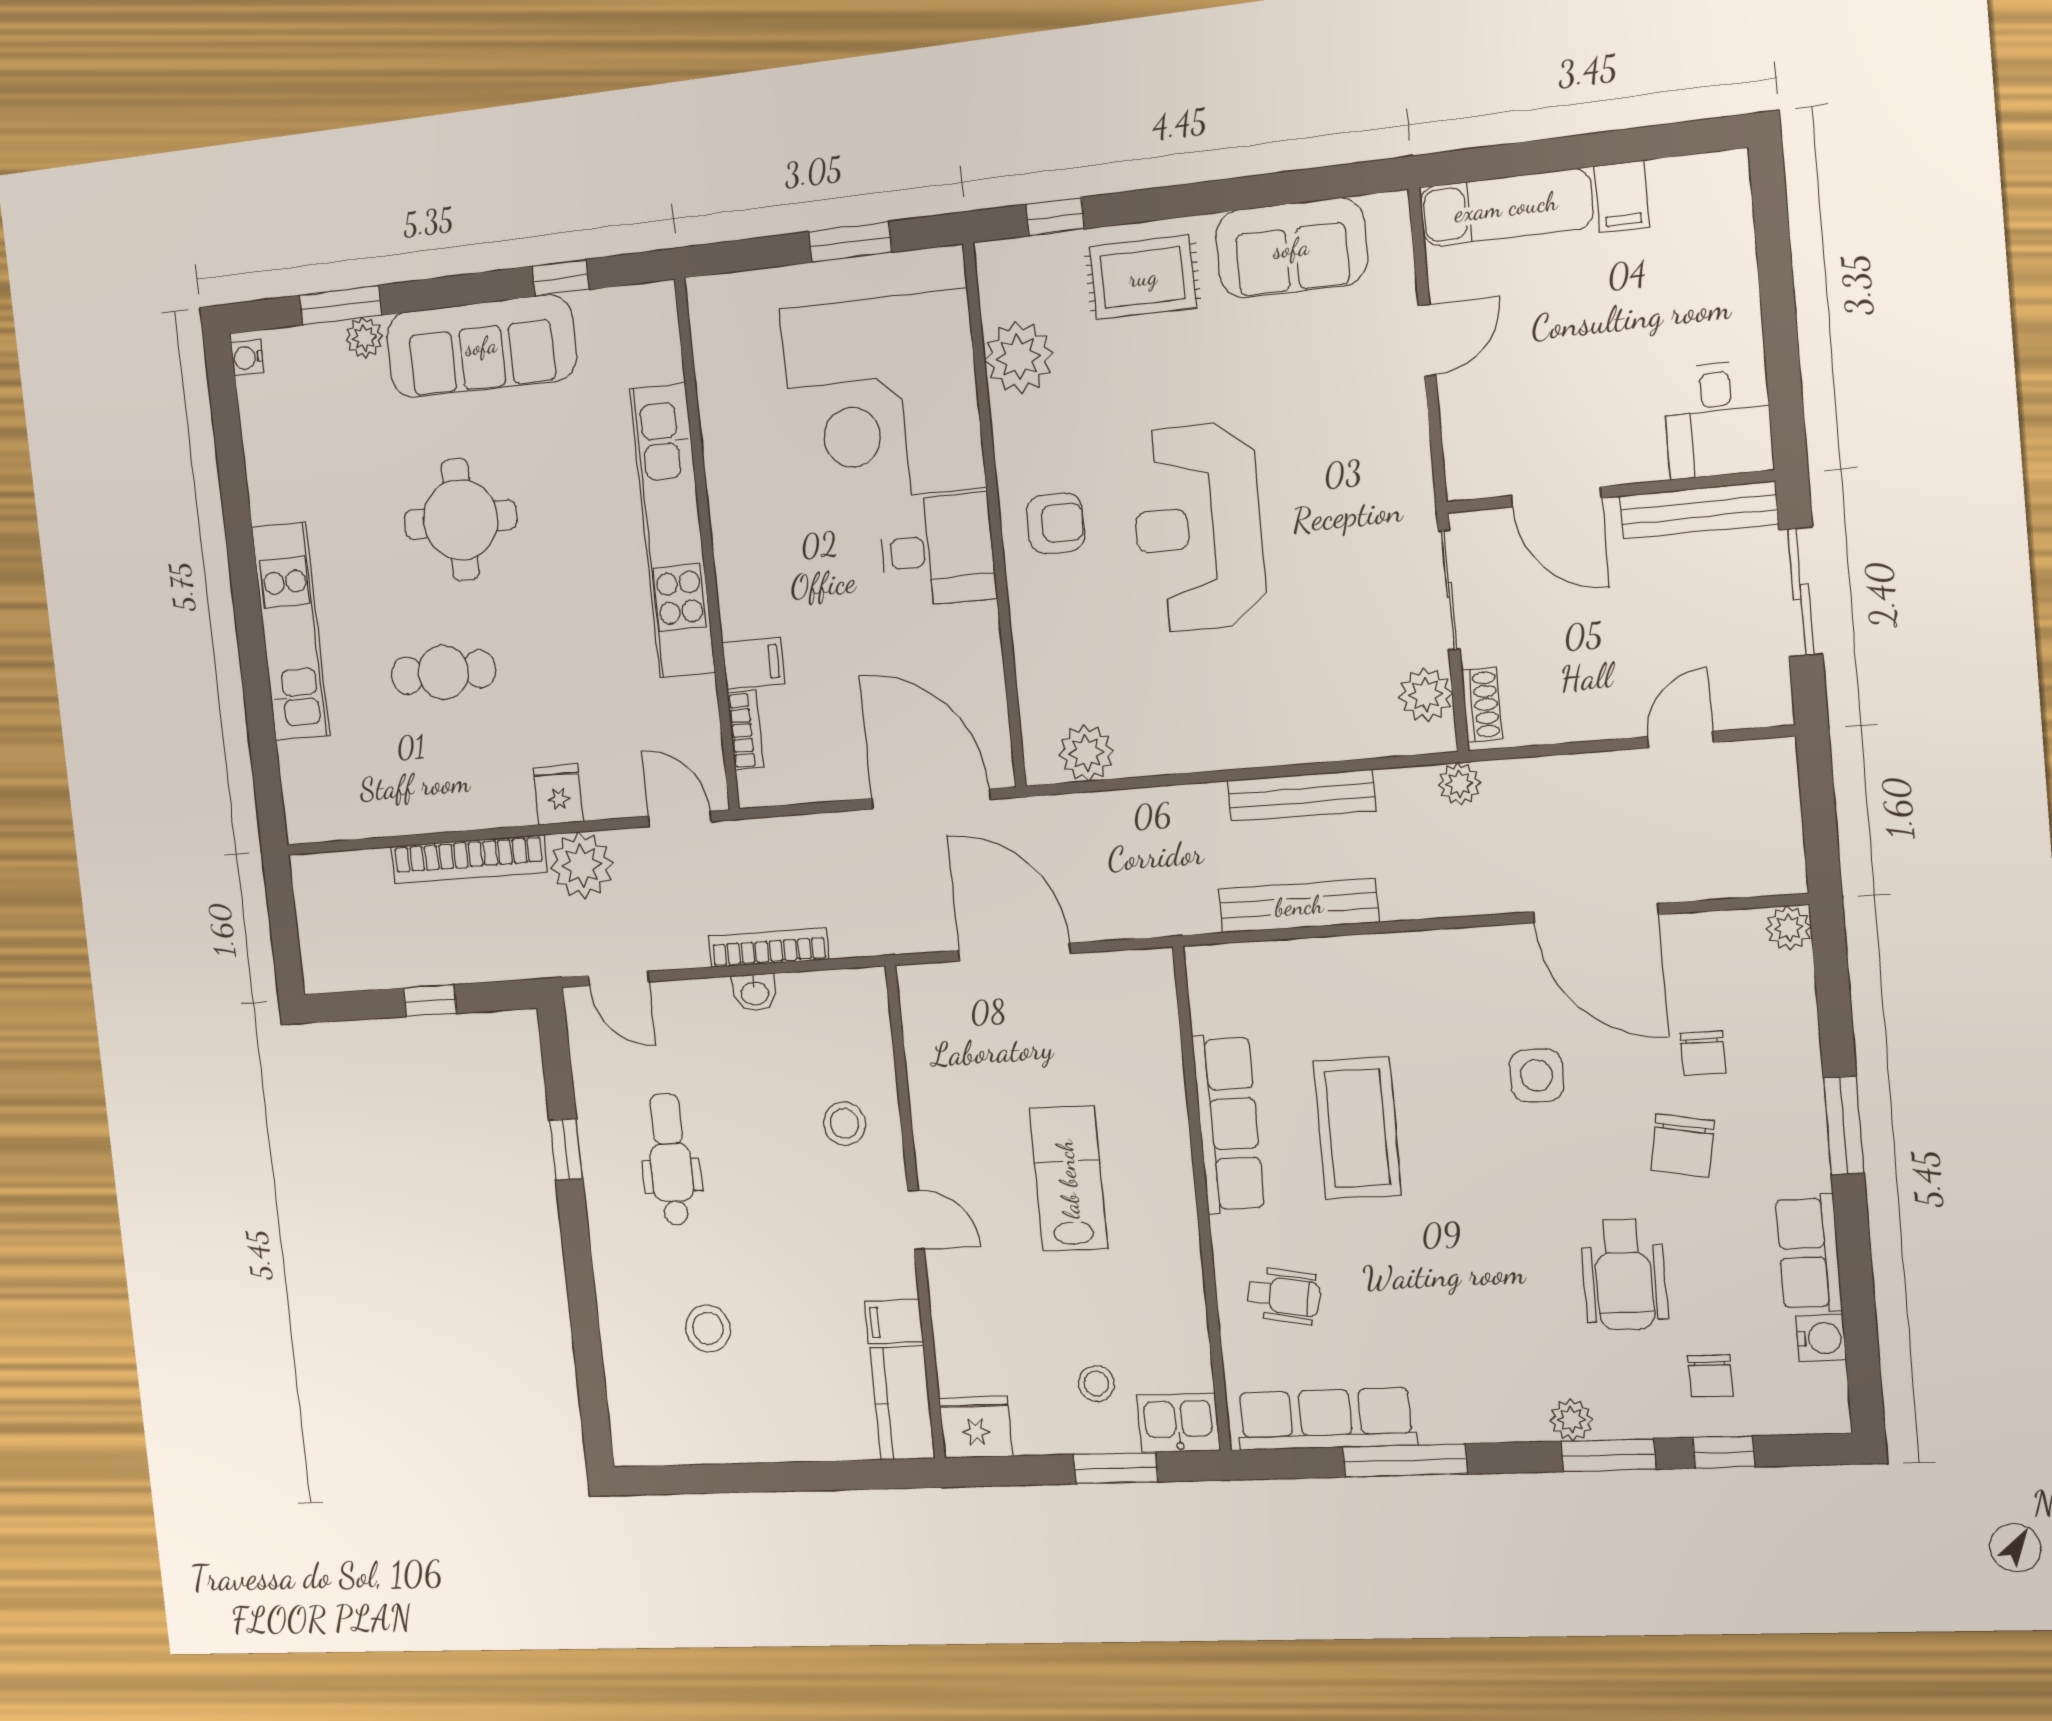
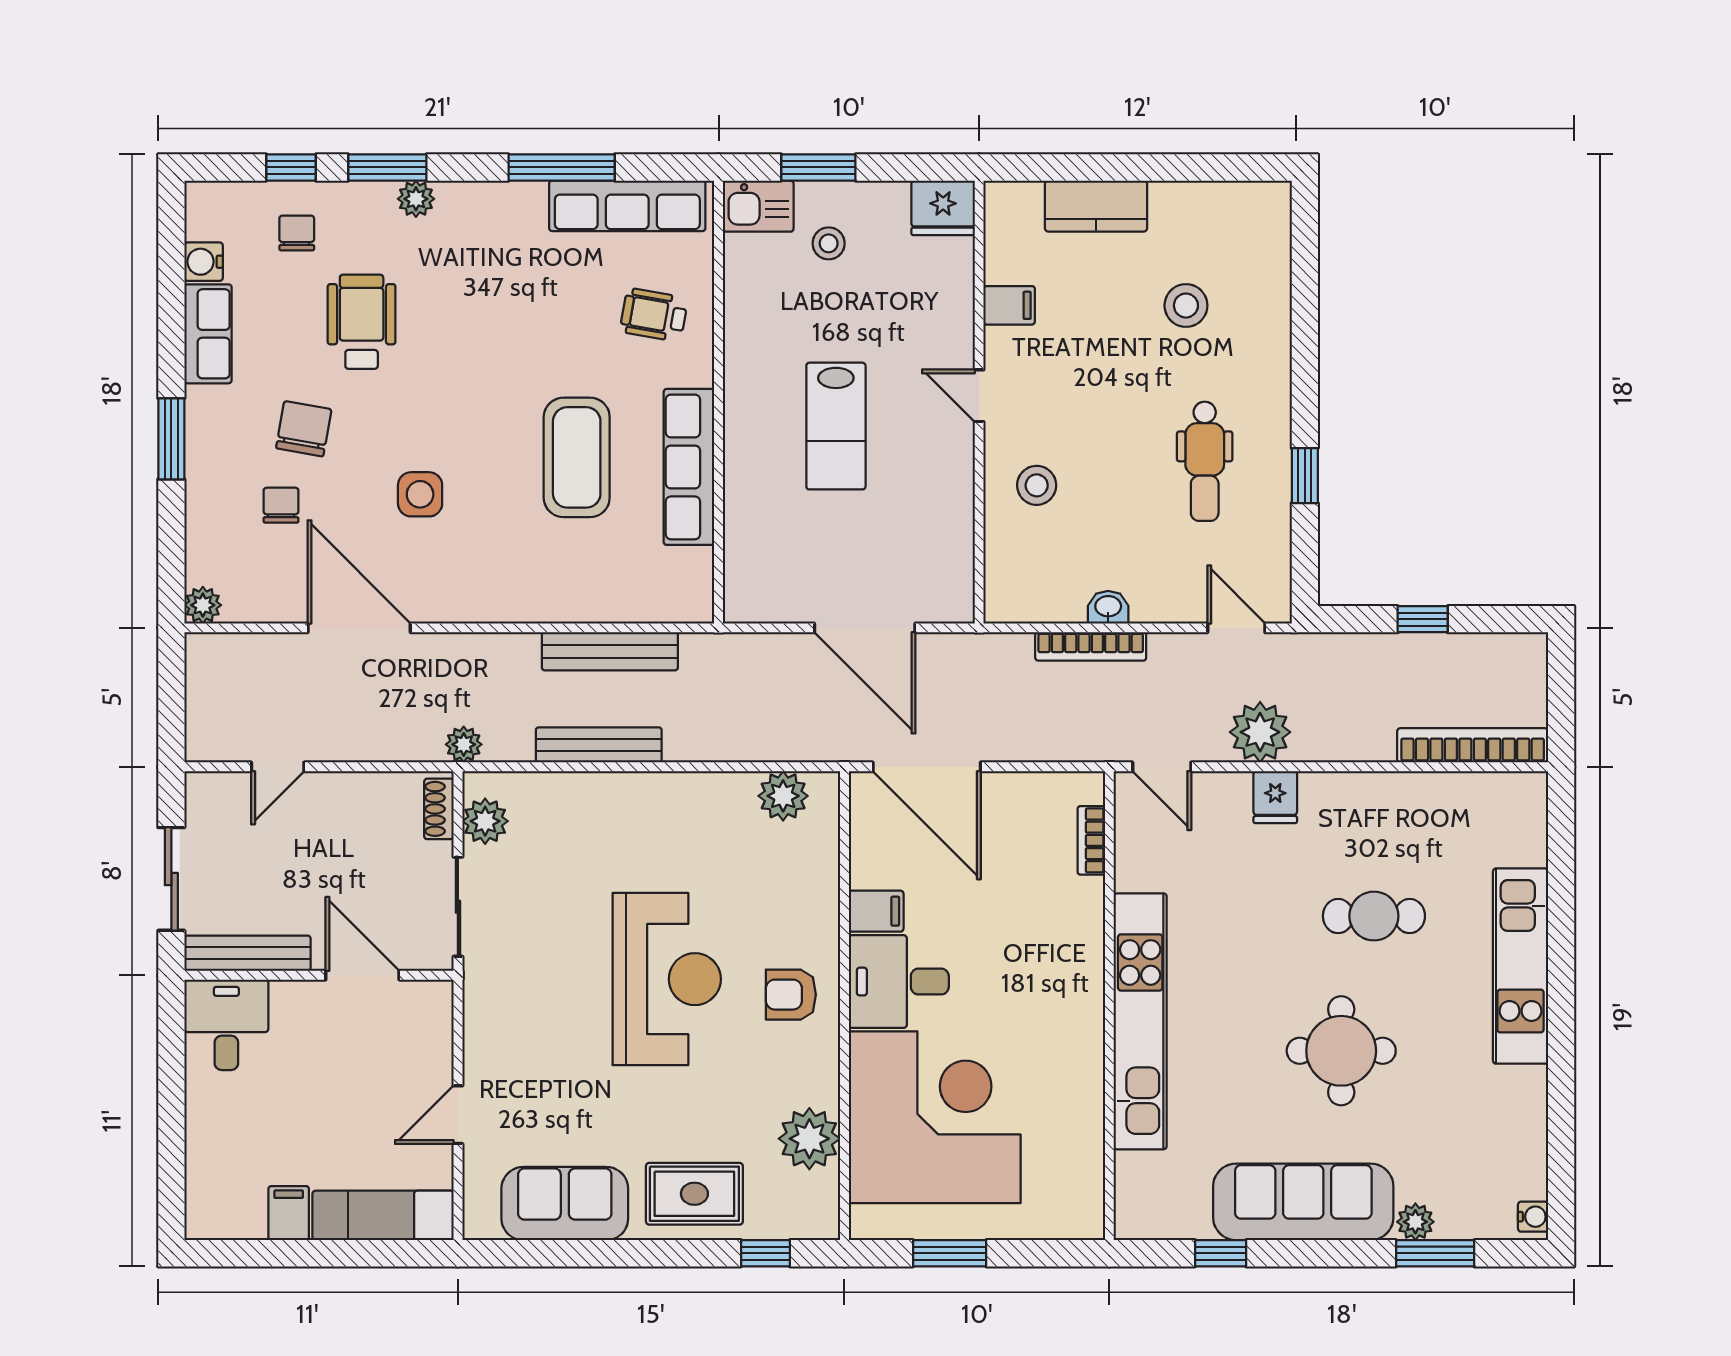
filing cabinet: (753, 663) -> (876, 911), moved, turned 180
bookcase: (469, 859) -> (1473, 745), moved
kitchen counter: (902, 1403) -> (1096, 206), moved, turned 90

